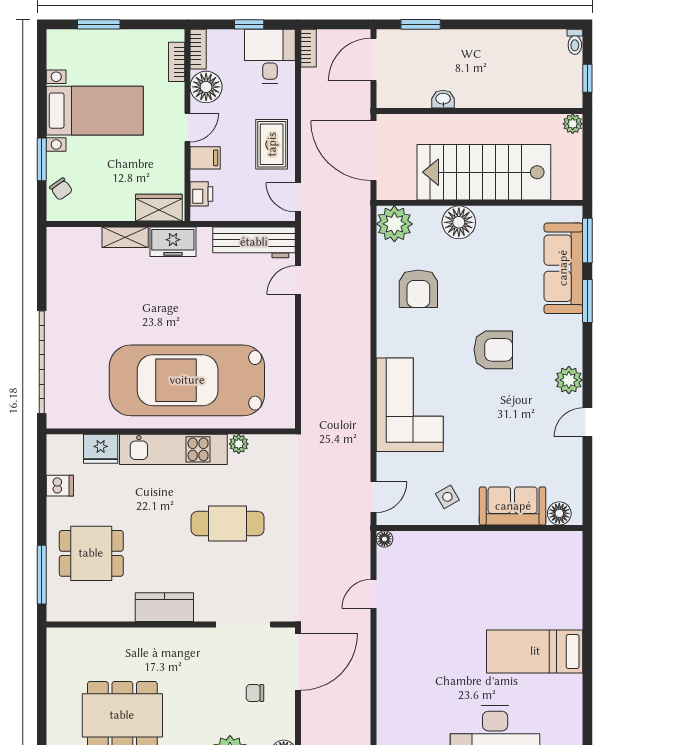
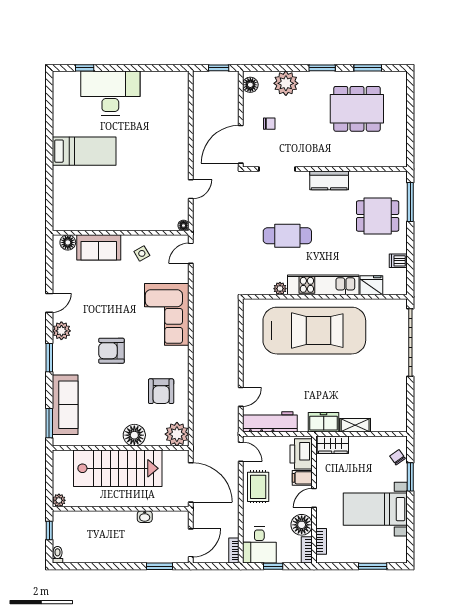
printer: (201, 194) -> (301, 454), width x1.87, depth x1.48
armchair: (418, 289) -> (161, 391), turned 180
window: (587, 301) -> (49, 358), moved

